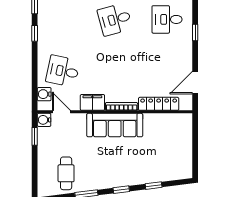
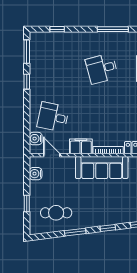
water cooler: (44, 120) -> (36, 174), moved
window: (35, 136) -> (27, 204), moved
cafe table: (66, 173) -> (56, 213), turned 90

